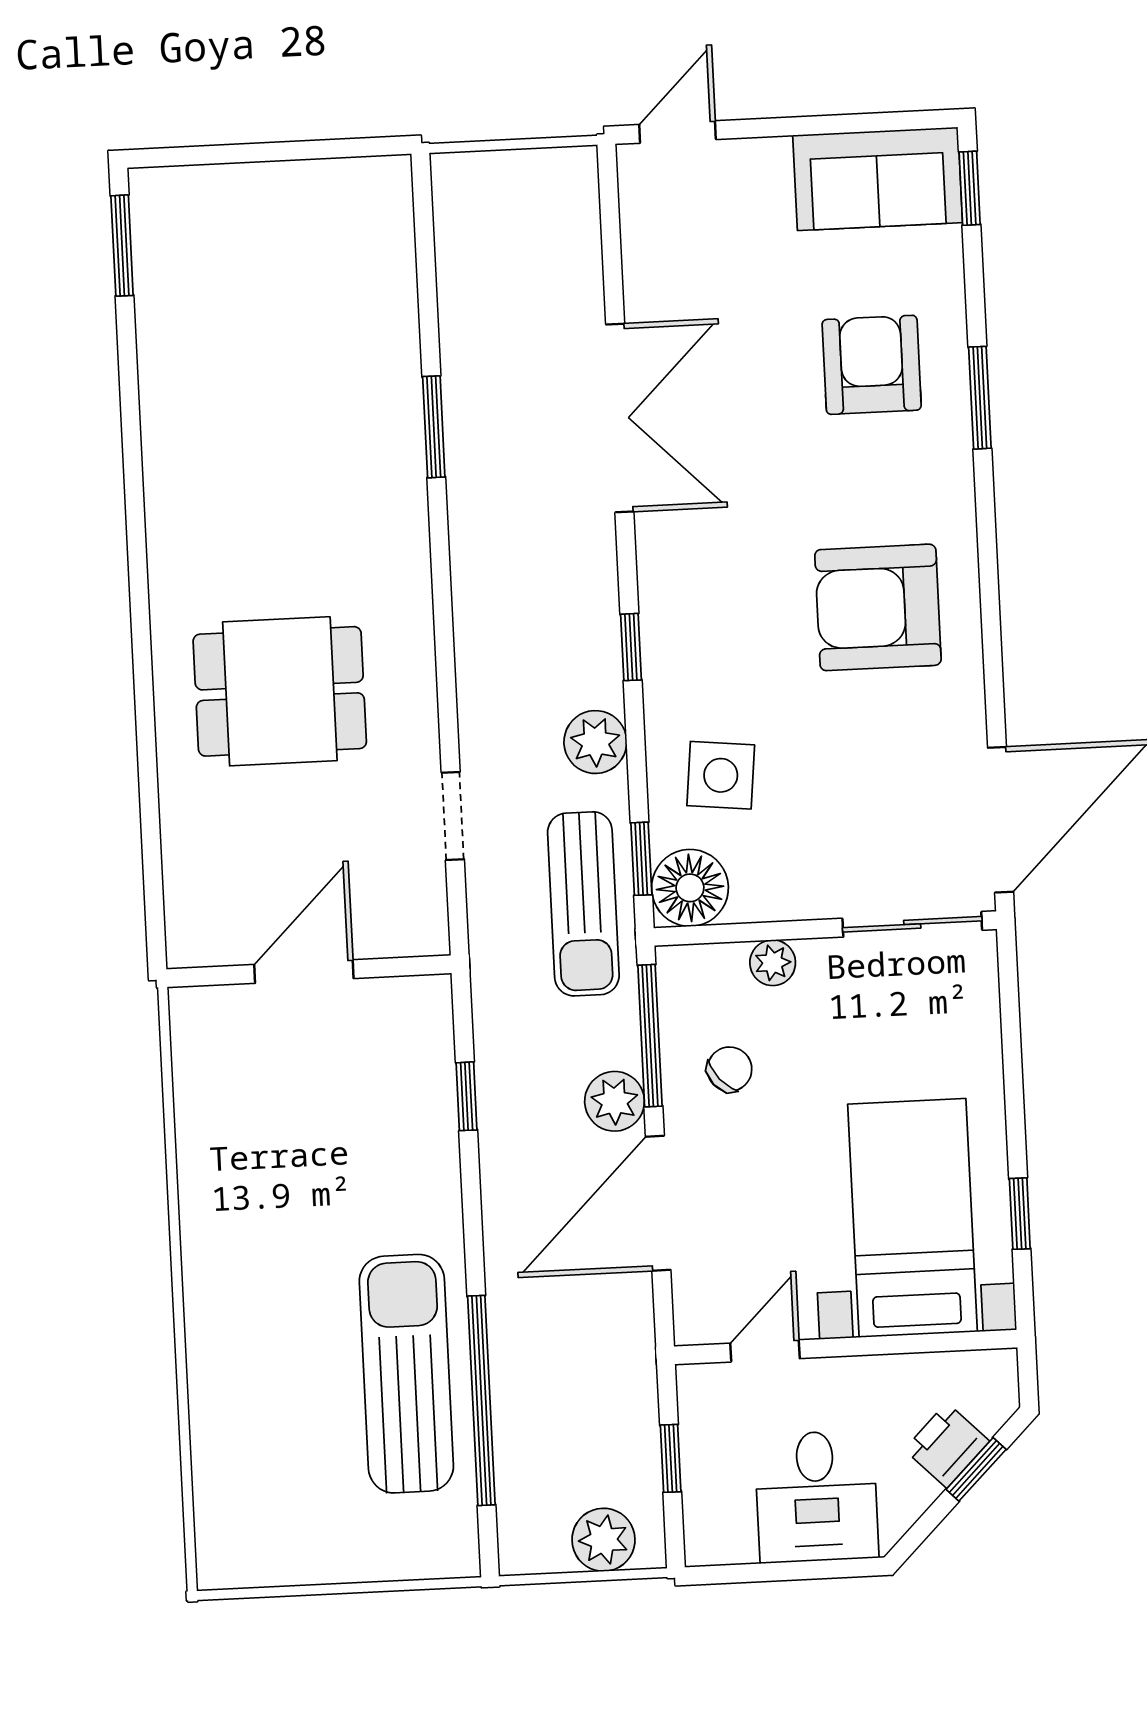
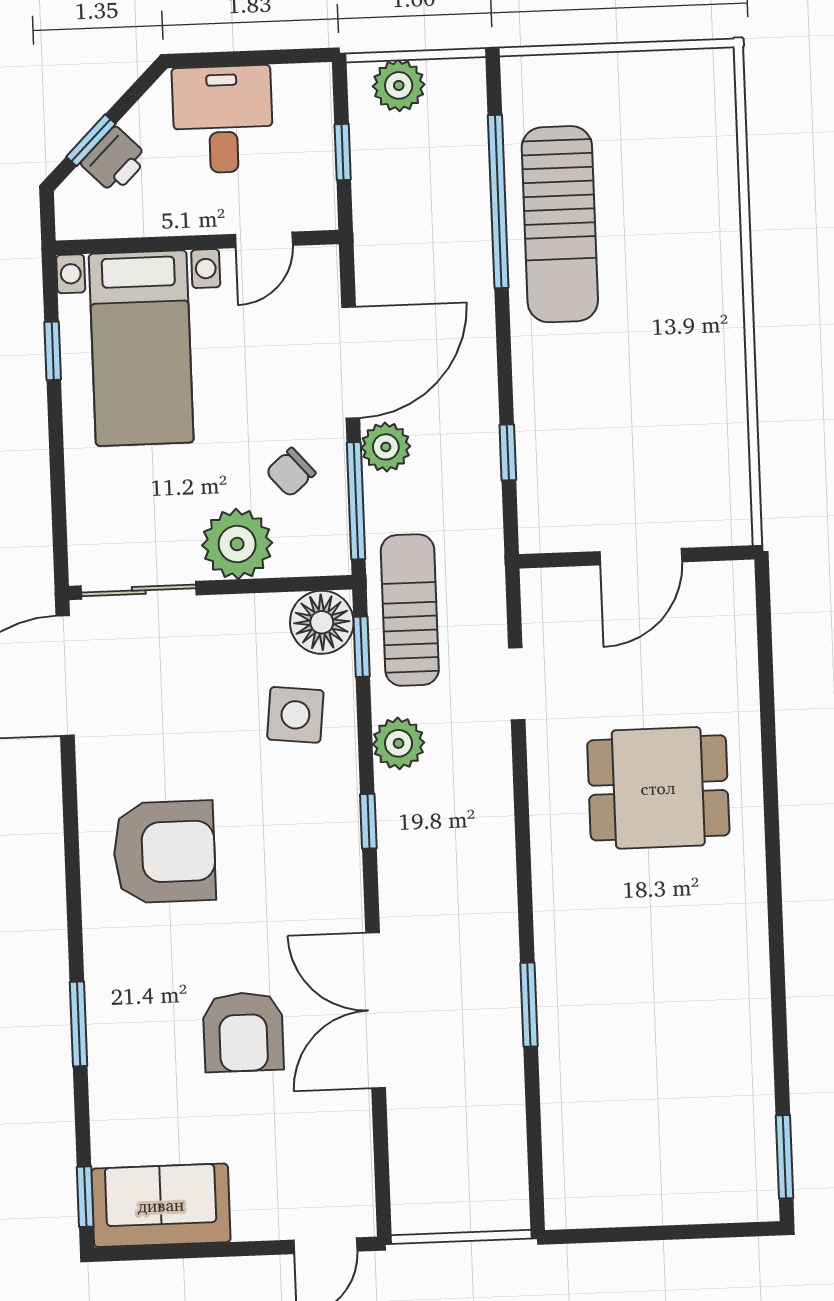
armchair: (872, 365) -> (243, 1032), moved
plant: (773, 963) -> (237, 544), width x1.87, depth x1.87

